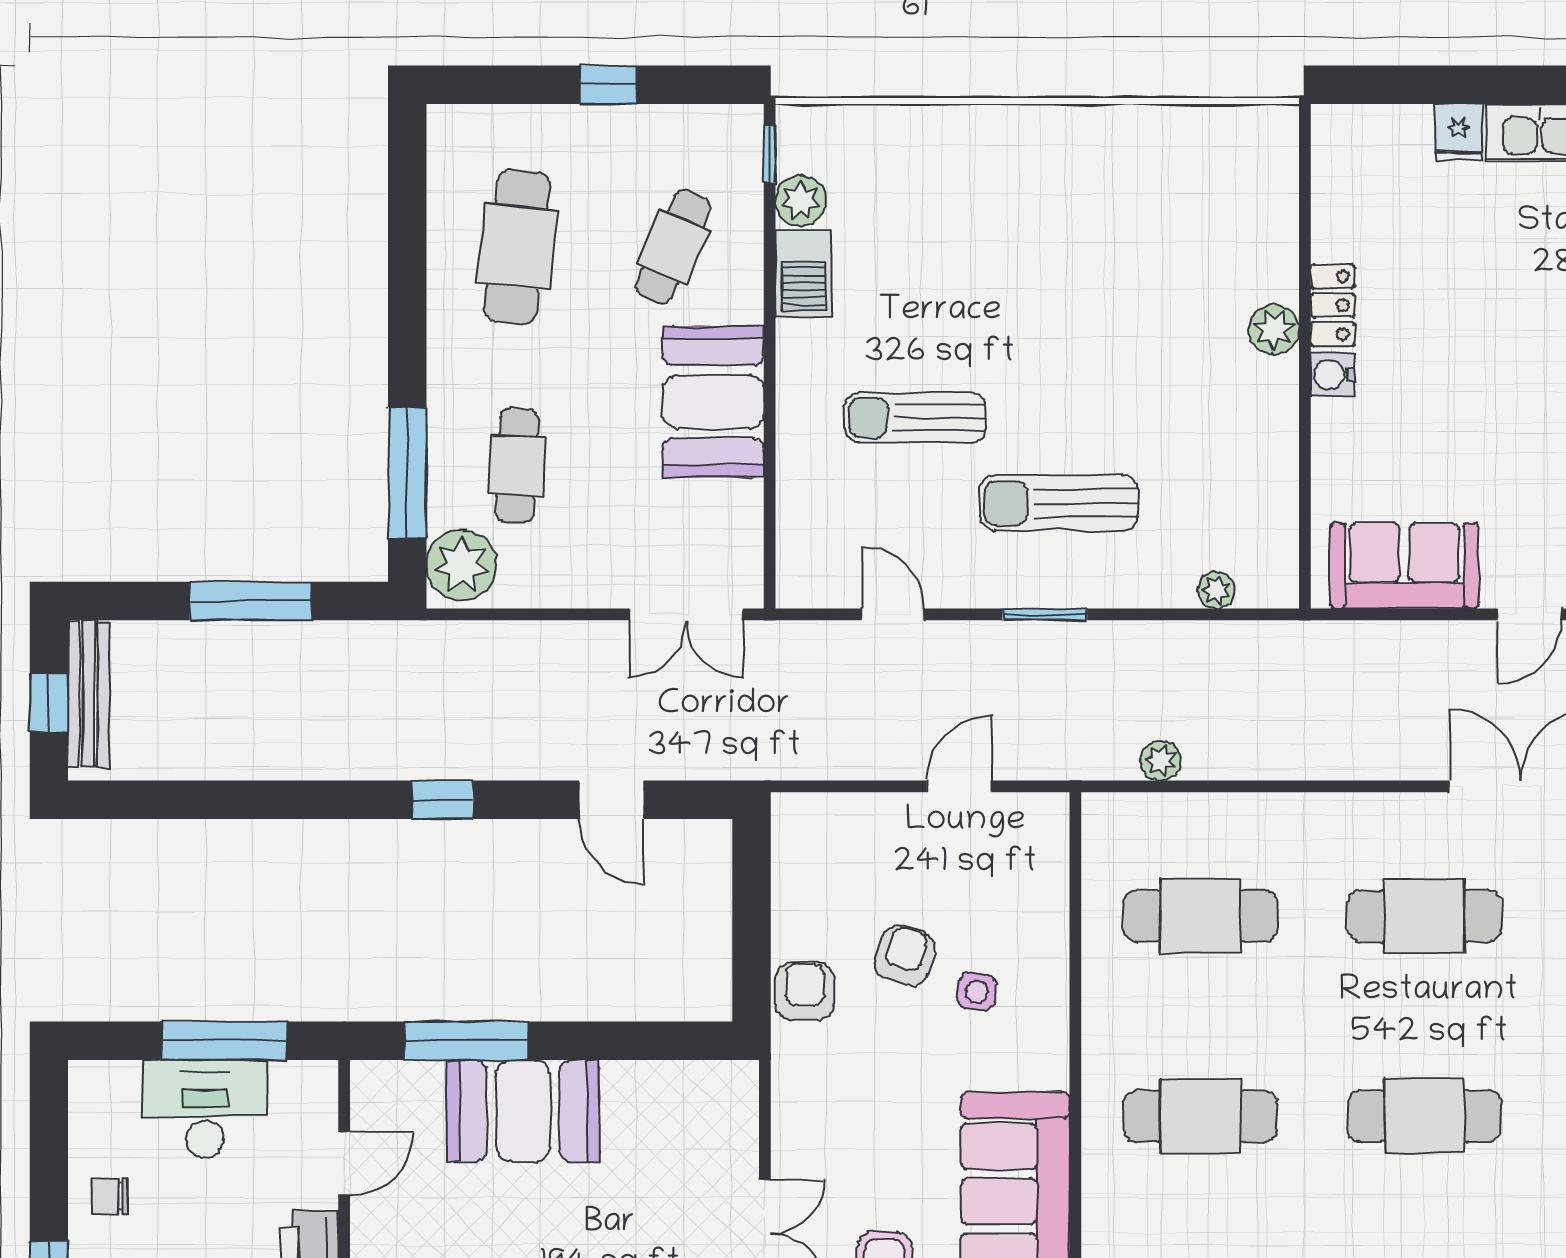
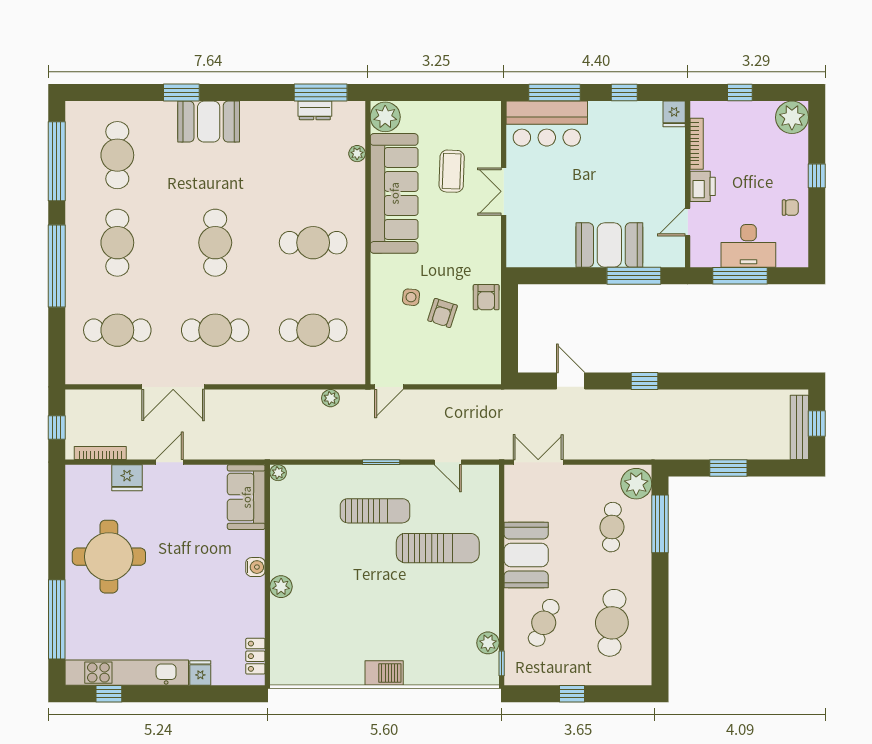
barbecue: (804, 273) -> (384, 673), moved, turned 90
locker: (1333, 305) -> (255, 656), moved
sun lounger: (916, 418) -> (438, 548), width x1.36, depth x1.34
sofa: (1404, 566) -> (246, 497), moved, turned 90
plant: (1217, 590) -> (278, 473), moved
window: (251, 601) -> (728, 468), width x0.69
door: (959, 786) -> (389, 387), moved
cafe table: (1424, 1116) -> (215, 243), turned 90

